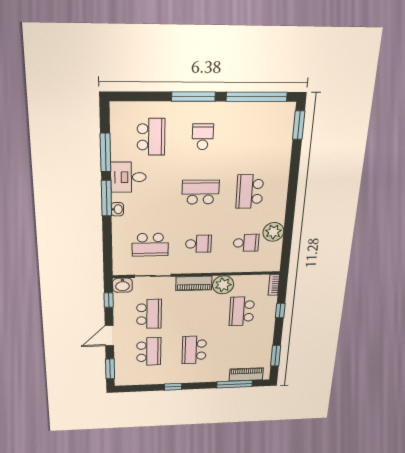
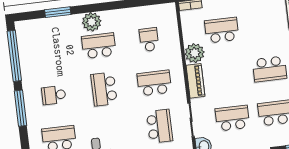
window: (299, 125) -> (58, 12), moved
school desk: (250, 192) -> (99, 46), turned 180
plant: (273, 232) -> (92, 22), moved
school desk: (198, 244) -> (154, 83), width x1.85
school desk: (242, 311) -> (222, 30), turned 180

